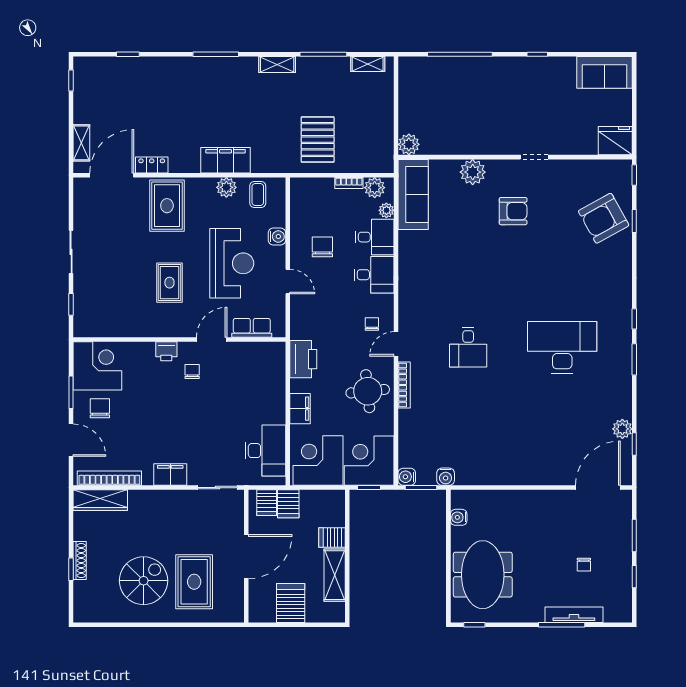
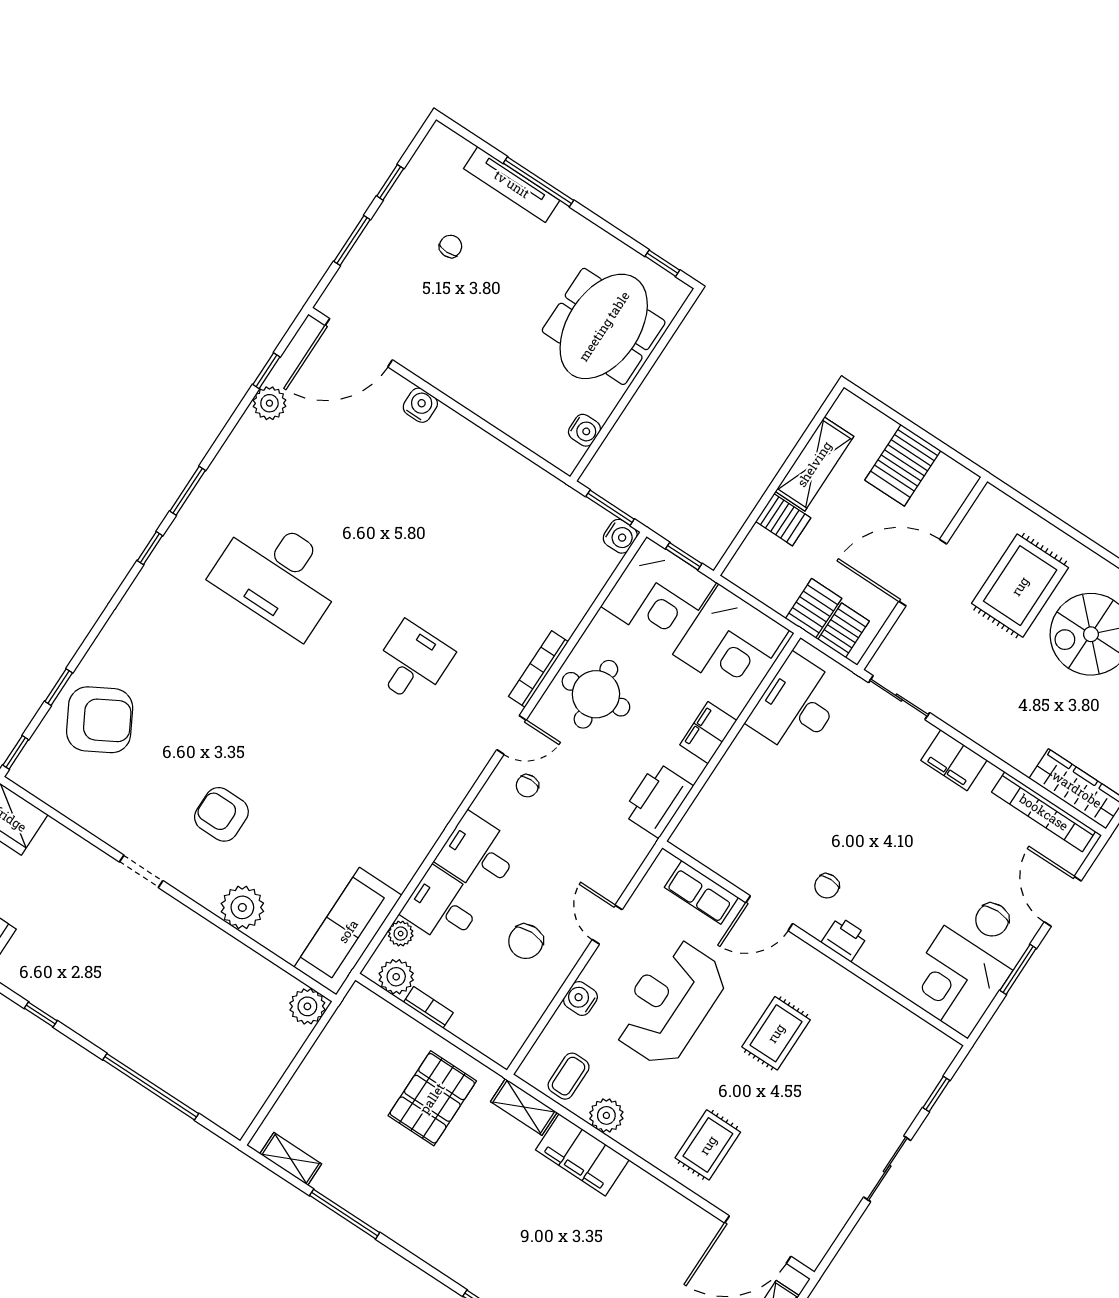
shelving: (277, 65) -> (524, 1107), moved
locker: (152, 165) -> (692, 1217), removed
rug: (167, 206) -> (708, 1145), width x0.73, depth x0.70
water cooler: (446, 477) -> (420, 405), moved

